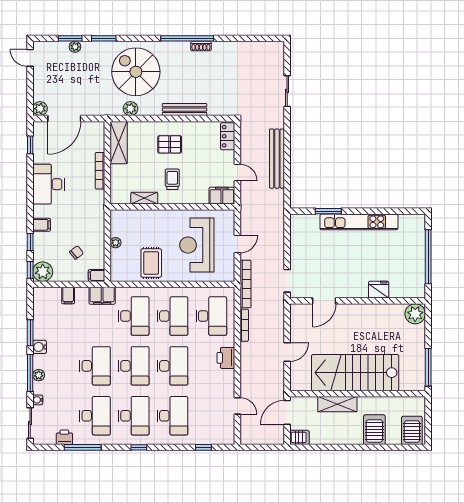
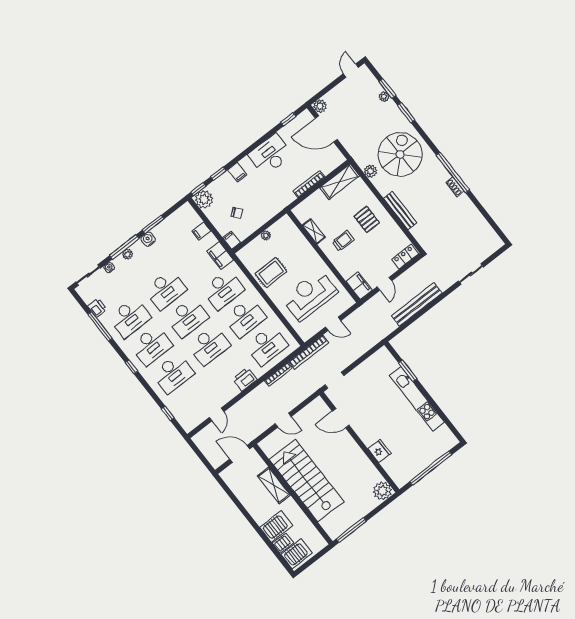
server rack: (299, 437) -> (283, 543), moved, turned -90

